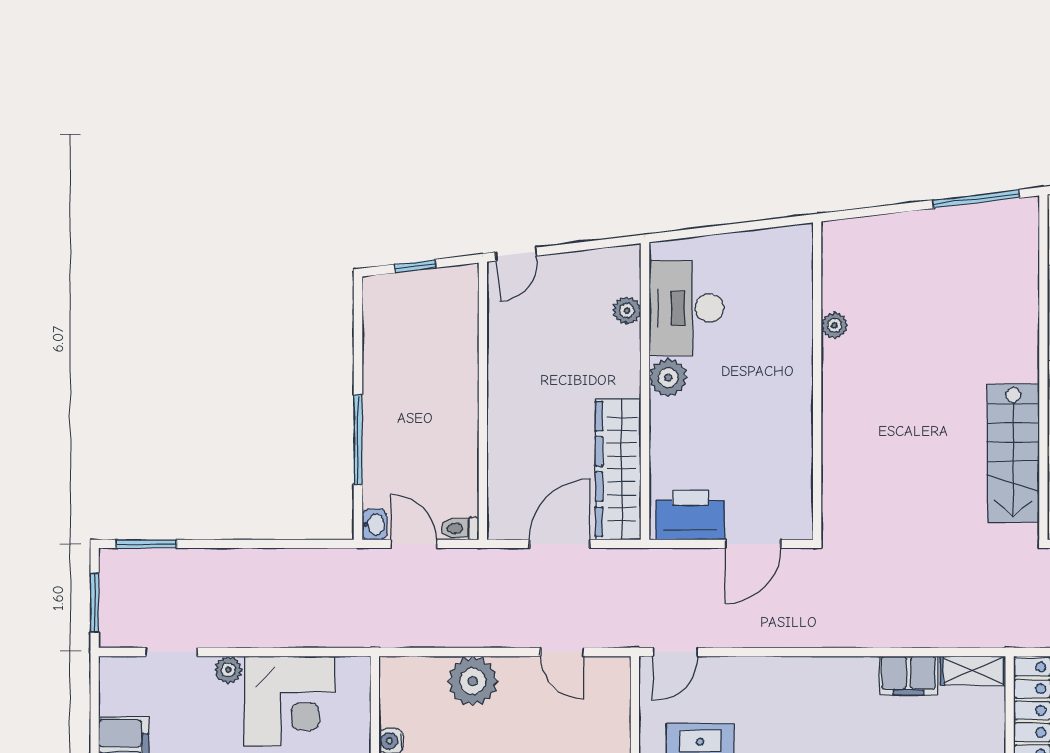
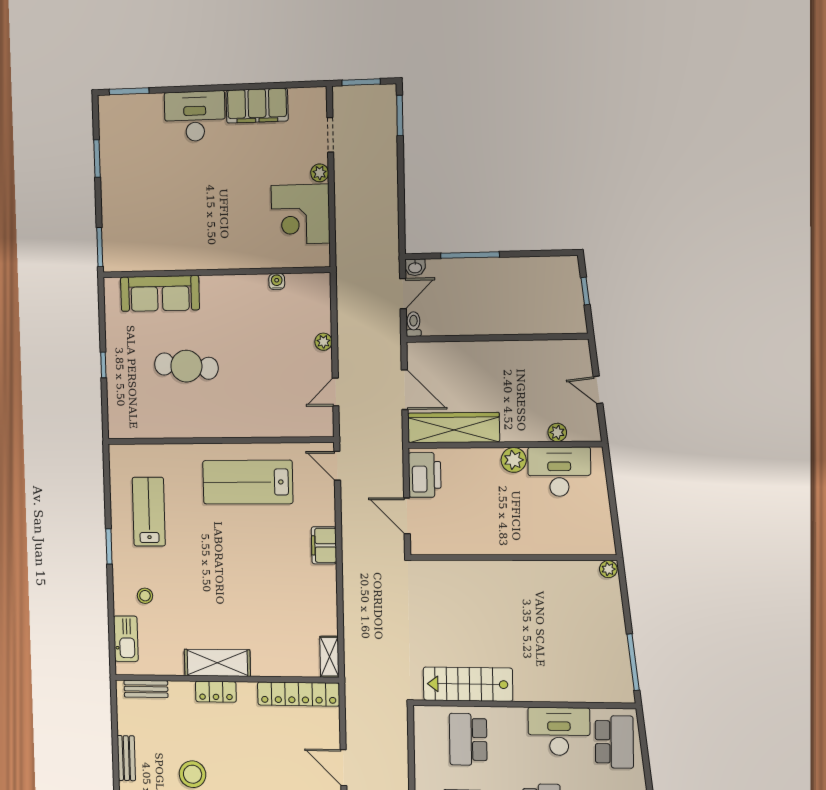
door: (516, 254) -> (598, 390), moved
plant: (834, 325) -> (608, 569), moved
filing cabinet: (909, 675) -> (324, 545), moved
plant: (473, 681) -> (323, 342), width x0.53, depth x0.53

